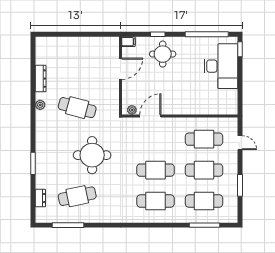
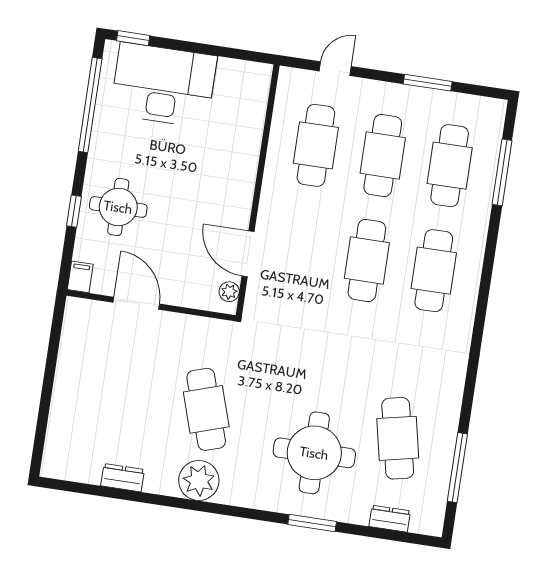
dresser: (41, 79) -> (123, 478), width x0.70
plant: (40, 105) -> (199, 480), width x1.87, depth x1.87
cafe table: (77, 108) -> (206, 409), turned -33
round table: (92, 155) -> (314, 453), moved

